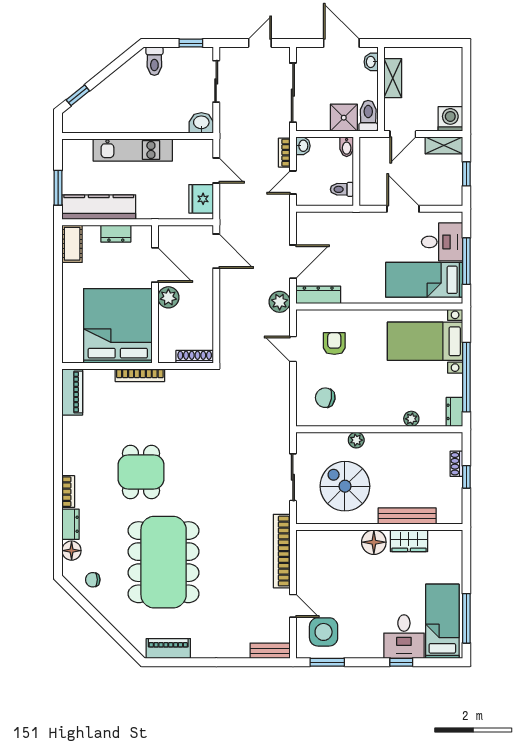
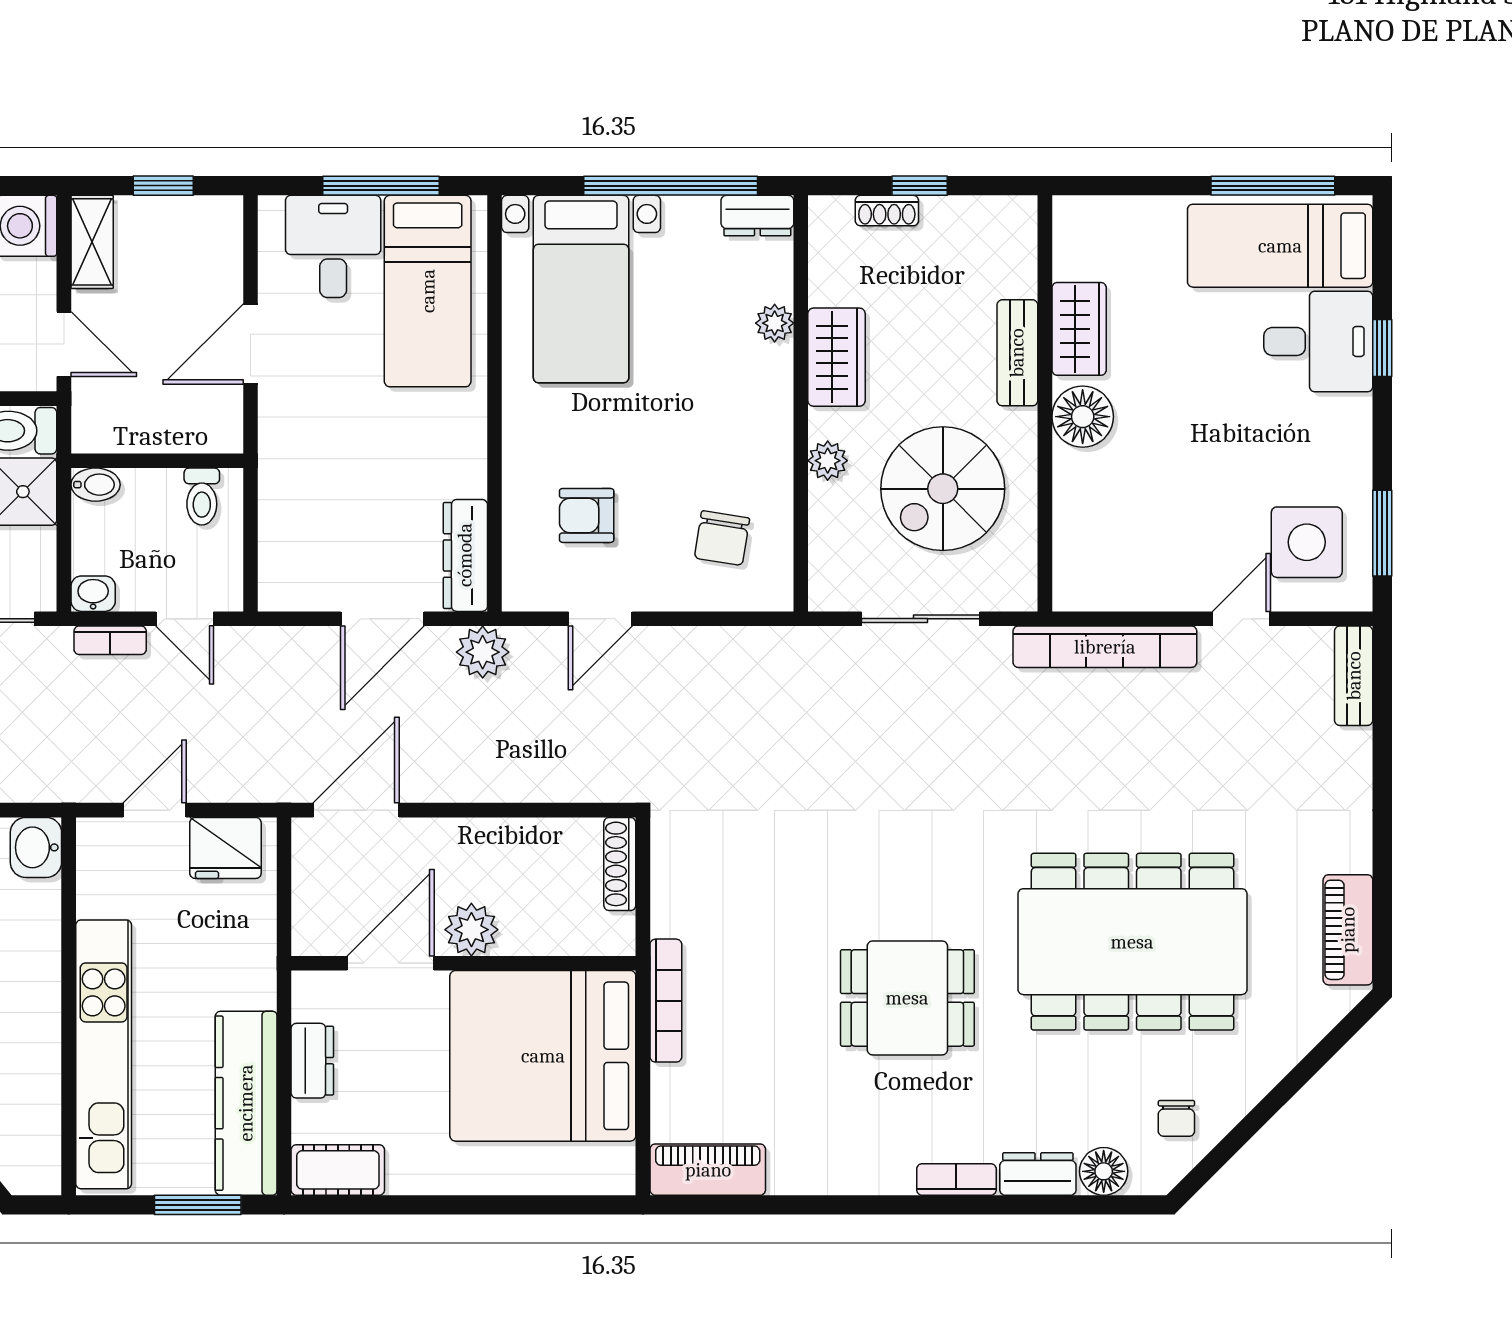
kitchen unit: (133, 150) -> (104, 1054), width x1.36
door: (293, 262) -> (382, 619), swing flipped
wardrobe: (398, 444) -> (836, 357), added
bench: (407, 516) -> (1017, 353), width x0.73

